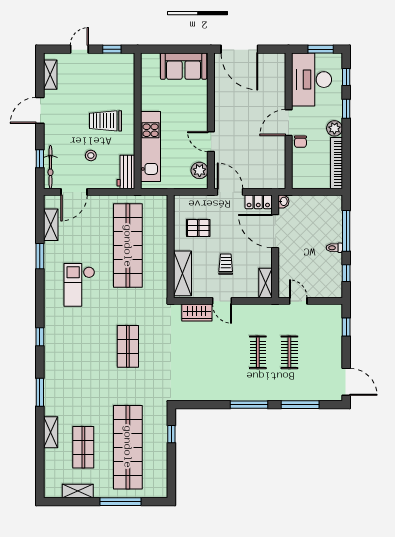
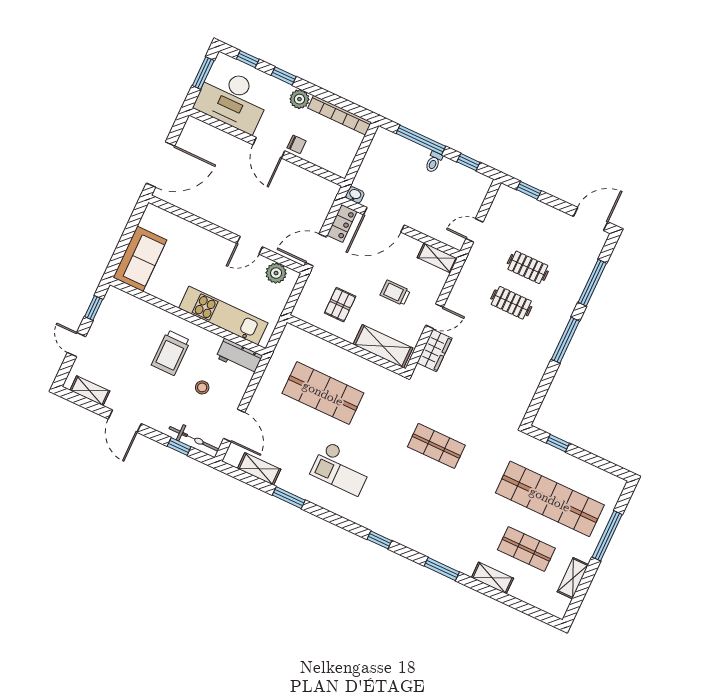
sofa: (184, 66) -> (140, 259), moved
shop shelf: (128, 246) -> (323, 393), width x0.71

